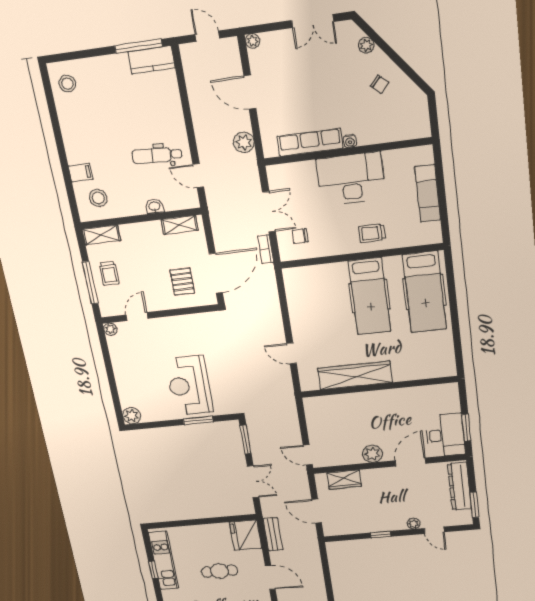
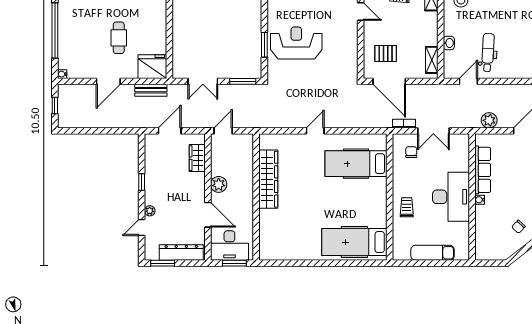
hospital bed: (369, 296) -> (356, 164), moved
wardrobe: (355, 375) -> (268, 179), moved
wall: (379, 387) -> (256, 197), moved

